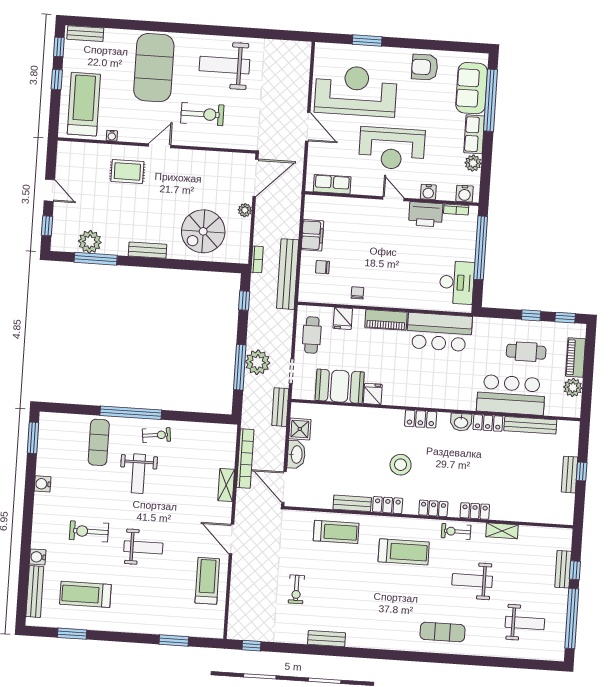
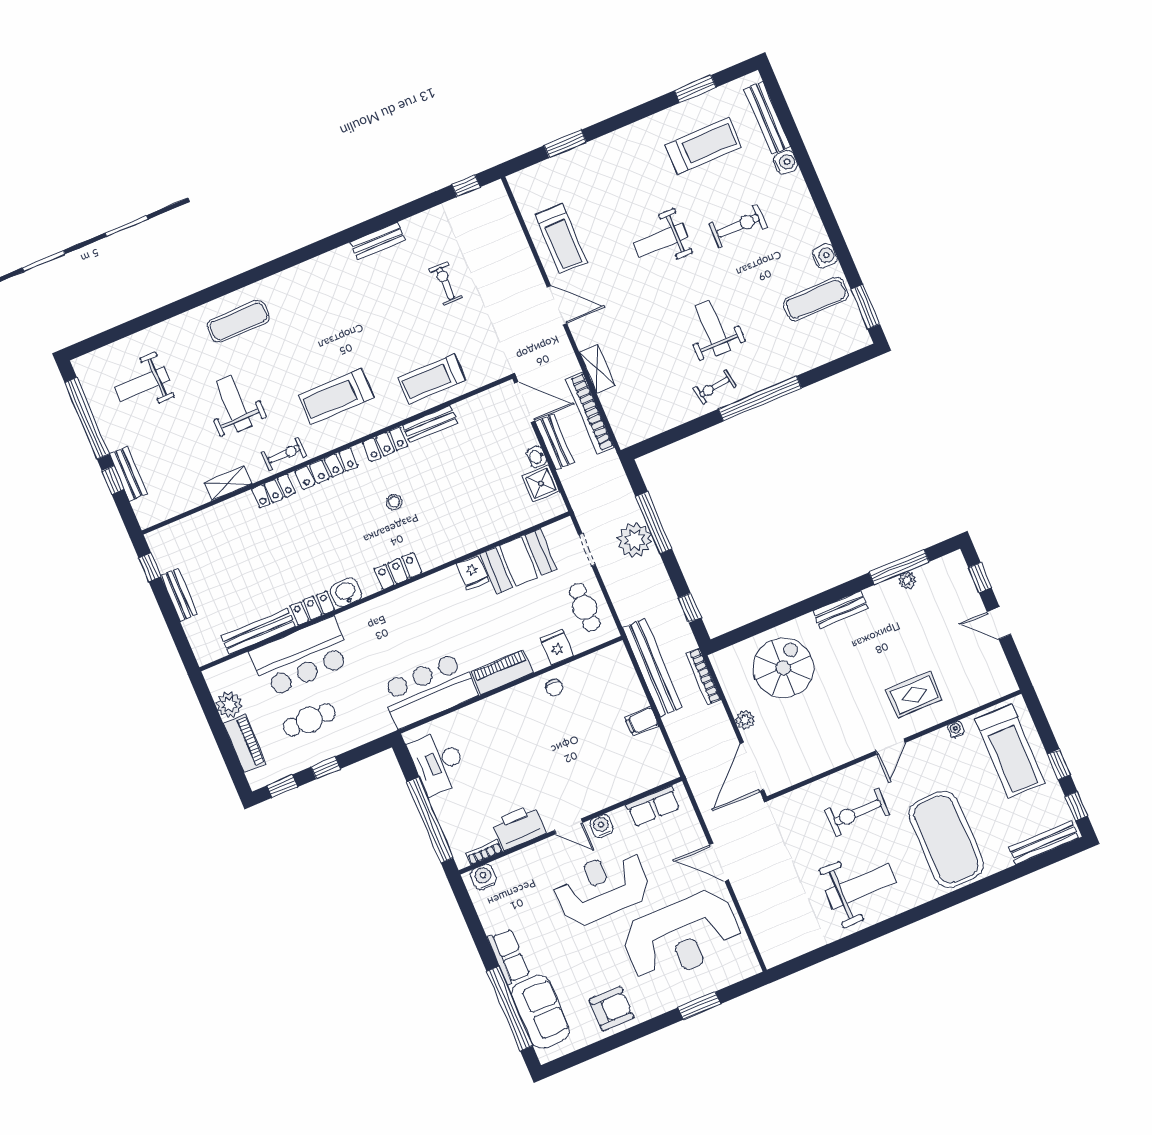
bench: (85, 34) -> (1044, 843), width x1.36
plant: (473, 163) -> (492, 920), removed
water cooler: (428, 192) -> (602, 826), moved
filing cabinet: (312, 235) -> (642, 721), width x0.50
plant: (90, 242) -> (907, 580), width x0.53, depth x0.53
bookcase: (257, 259) -> (703, 676), width x1.56
chair: (322, 267) -> (614, 698), removed
bench: (280, 407) -> (555, 442), moved
exercise mat: (99, 442) -> (816, 299), moved, turned 90
washbasin: (296, 455) -> (536, 457), width x0.52, depth x0.69
stool: (401, 465) -> (394, 502), width x0.53, depth x0.53
window: (582, 471) -> (150, 567), moved
locker: (433, 508) -> (327, 469), width x1.53
weight bench: (472, 581) -> (234, 403), turned -90

